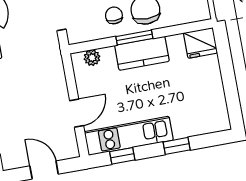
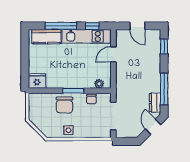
chair: (114, 15) -> (91, 99), moved
kitchen counter: (142, 53) -> (47, 37), moved, turned 180
window: (177, 146) -> (61, 26), width x2.17

